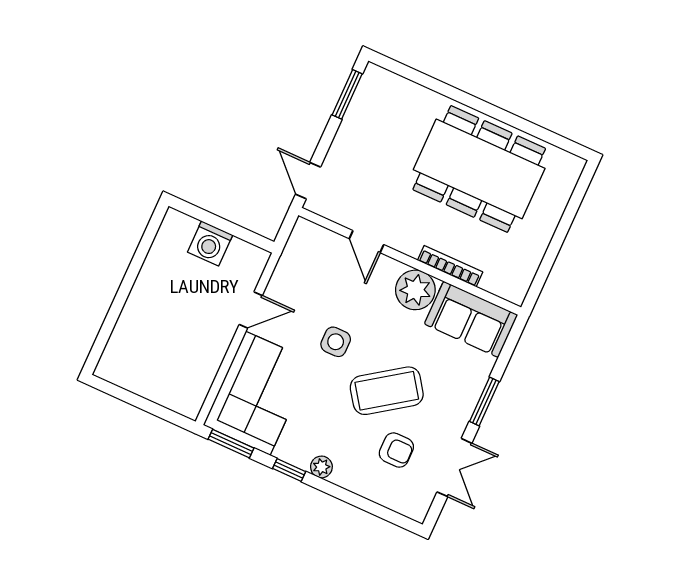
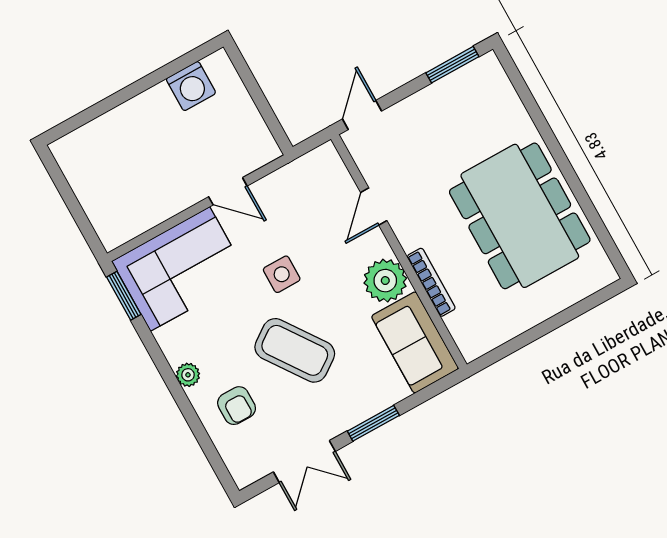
washing machine: (210, 243) -> (191, 86), moved, turned -90
armchair: (396, 450) -> (237, 406), moved
window: (289, 470) -> (158, 357), removed

